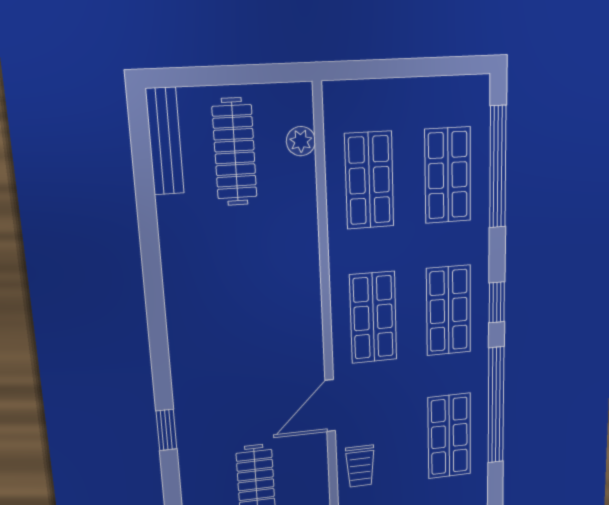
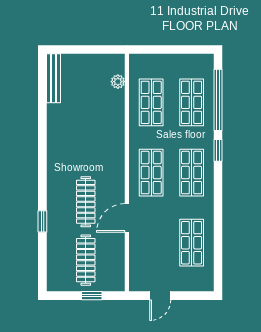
clothes rail: (235, 152) -> (86, 202), moved
window: (497, 302) -> (218, 150), moved
window: (496, 405) -> (218, 228), removed
trolley: (360, 466) -> (142, 254), removed

